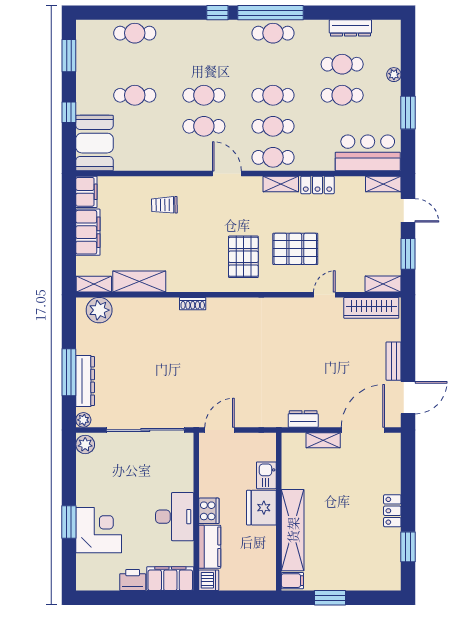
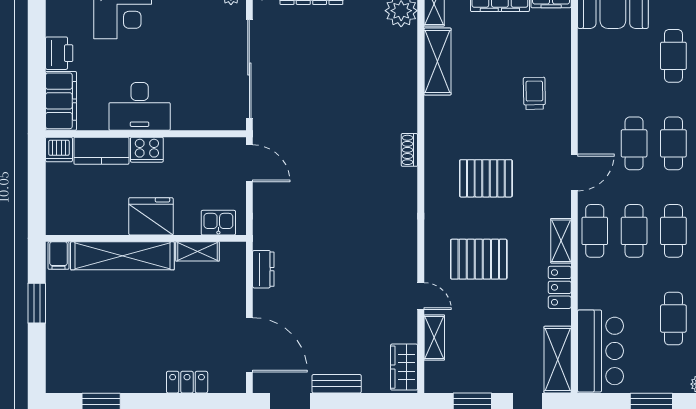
shelving: (383, 184) -> (558, 360), width x1.50, depth x1.33
pallet: (295, 249) -> (479, 259), turned 90
pallet: (243, 257) -> (486, 178), moved
shelving: (383, 284) -> (434, 338), moved
shoe rack: (193, 304) -> (409, 150), moved
wardrobe: (371, 308) -> (404, 367), width x0.67
shelving: (323, 440) -> (198, 251), moved, turned 90
kitchen sink: (266, 475) -> (218, 223), moved
locker: (392, 511) -> (187, 382), moved

